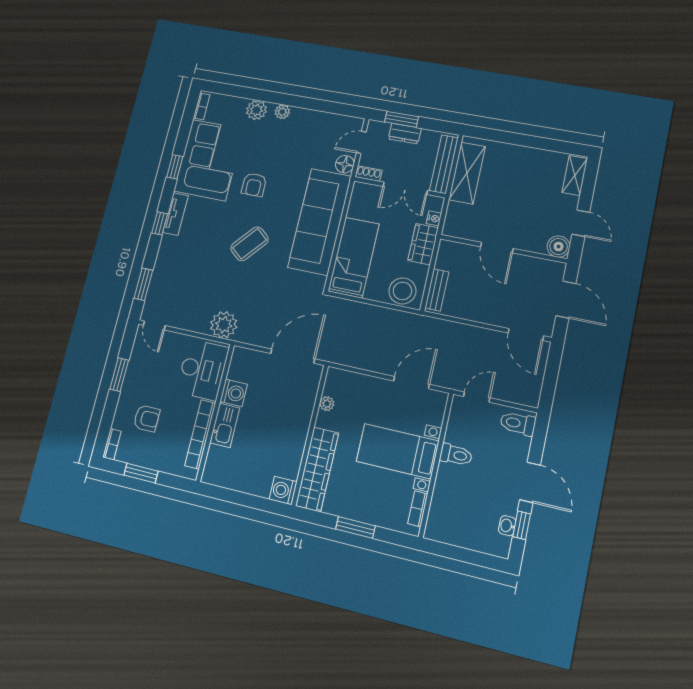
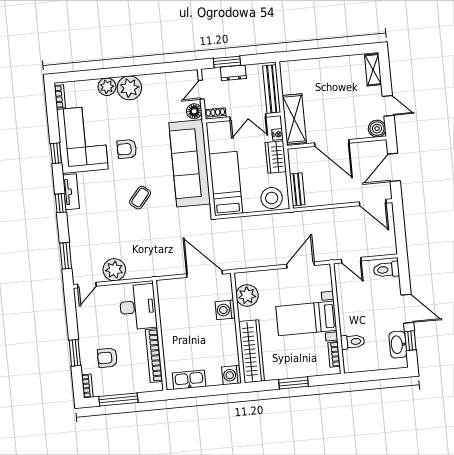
plant: (282, 112) -> (129, 88), width x1.88, depth x1.88
shelving: (467, 173) -> (294, 119), moved
armchair: (254, 185) -> (127, 149), turned 90
coffee table: (250, 244) -> (140, 198), width x0.73, depth x0.77
door: (497, 248) -> (332, 143), width x1.36
door: (566, 300) -> (394, 167), swing flipped
door: (154, 325) -> (87, 285), hinge flipped
plant: (224, 325) -> (114, 270), moved
door: (293, 356) -> (205, 274), hinge flipped
window: (119, 375) -> (75, 353), moved
washing machine: (234, 393) -> (225, 310), moved, turned 180
door: (477, 397) -> (351, 260), swing flipped
plant: (327, 404) -> (247, 295), width x1.87, depth x1.87
armchair: (147, 418) -> (107, 358), turned 180
kitchen sink: (225, 425) -> (189, 380), moved, turned -90
toilet: (456, 455) -> (353, 342), moved
window: (141, 473) -> (118, 399), width x1.44
washbasin: (507, 526) -> (398, 345), width x1.91, depth x1.45

